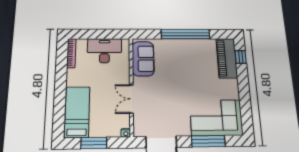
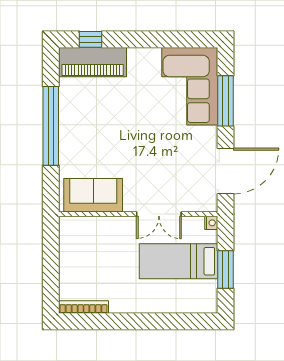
desk: (104, 51) -> (79, 256), removed
bed: (77, 112) -> (178, 261), moved

